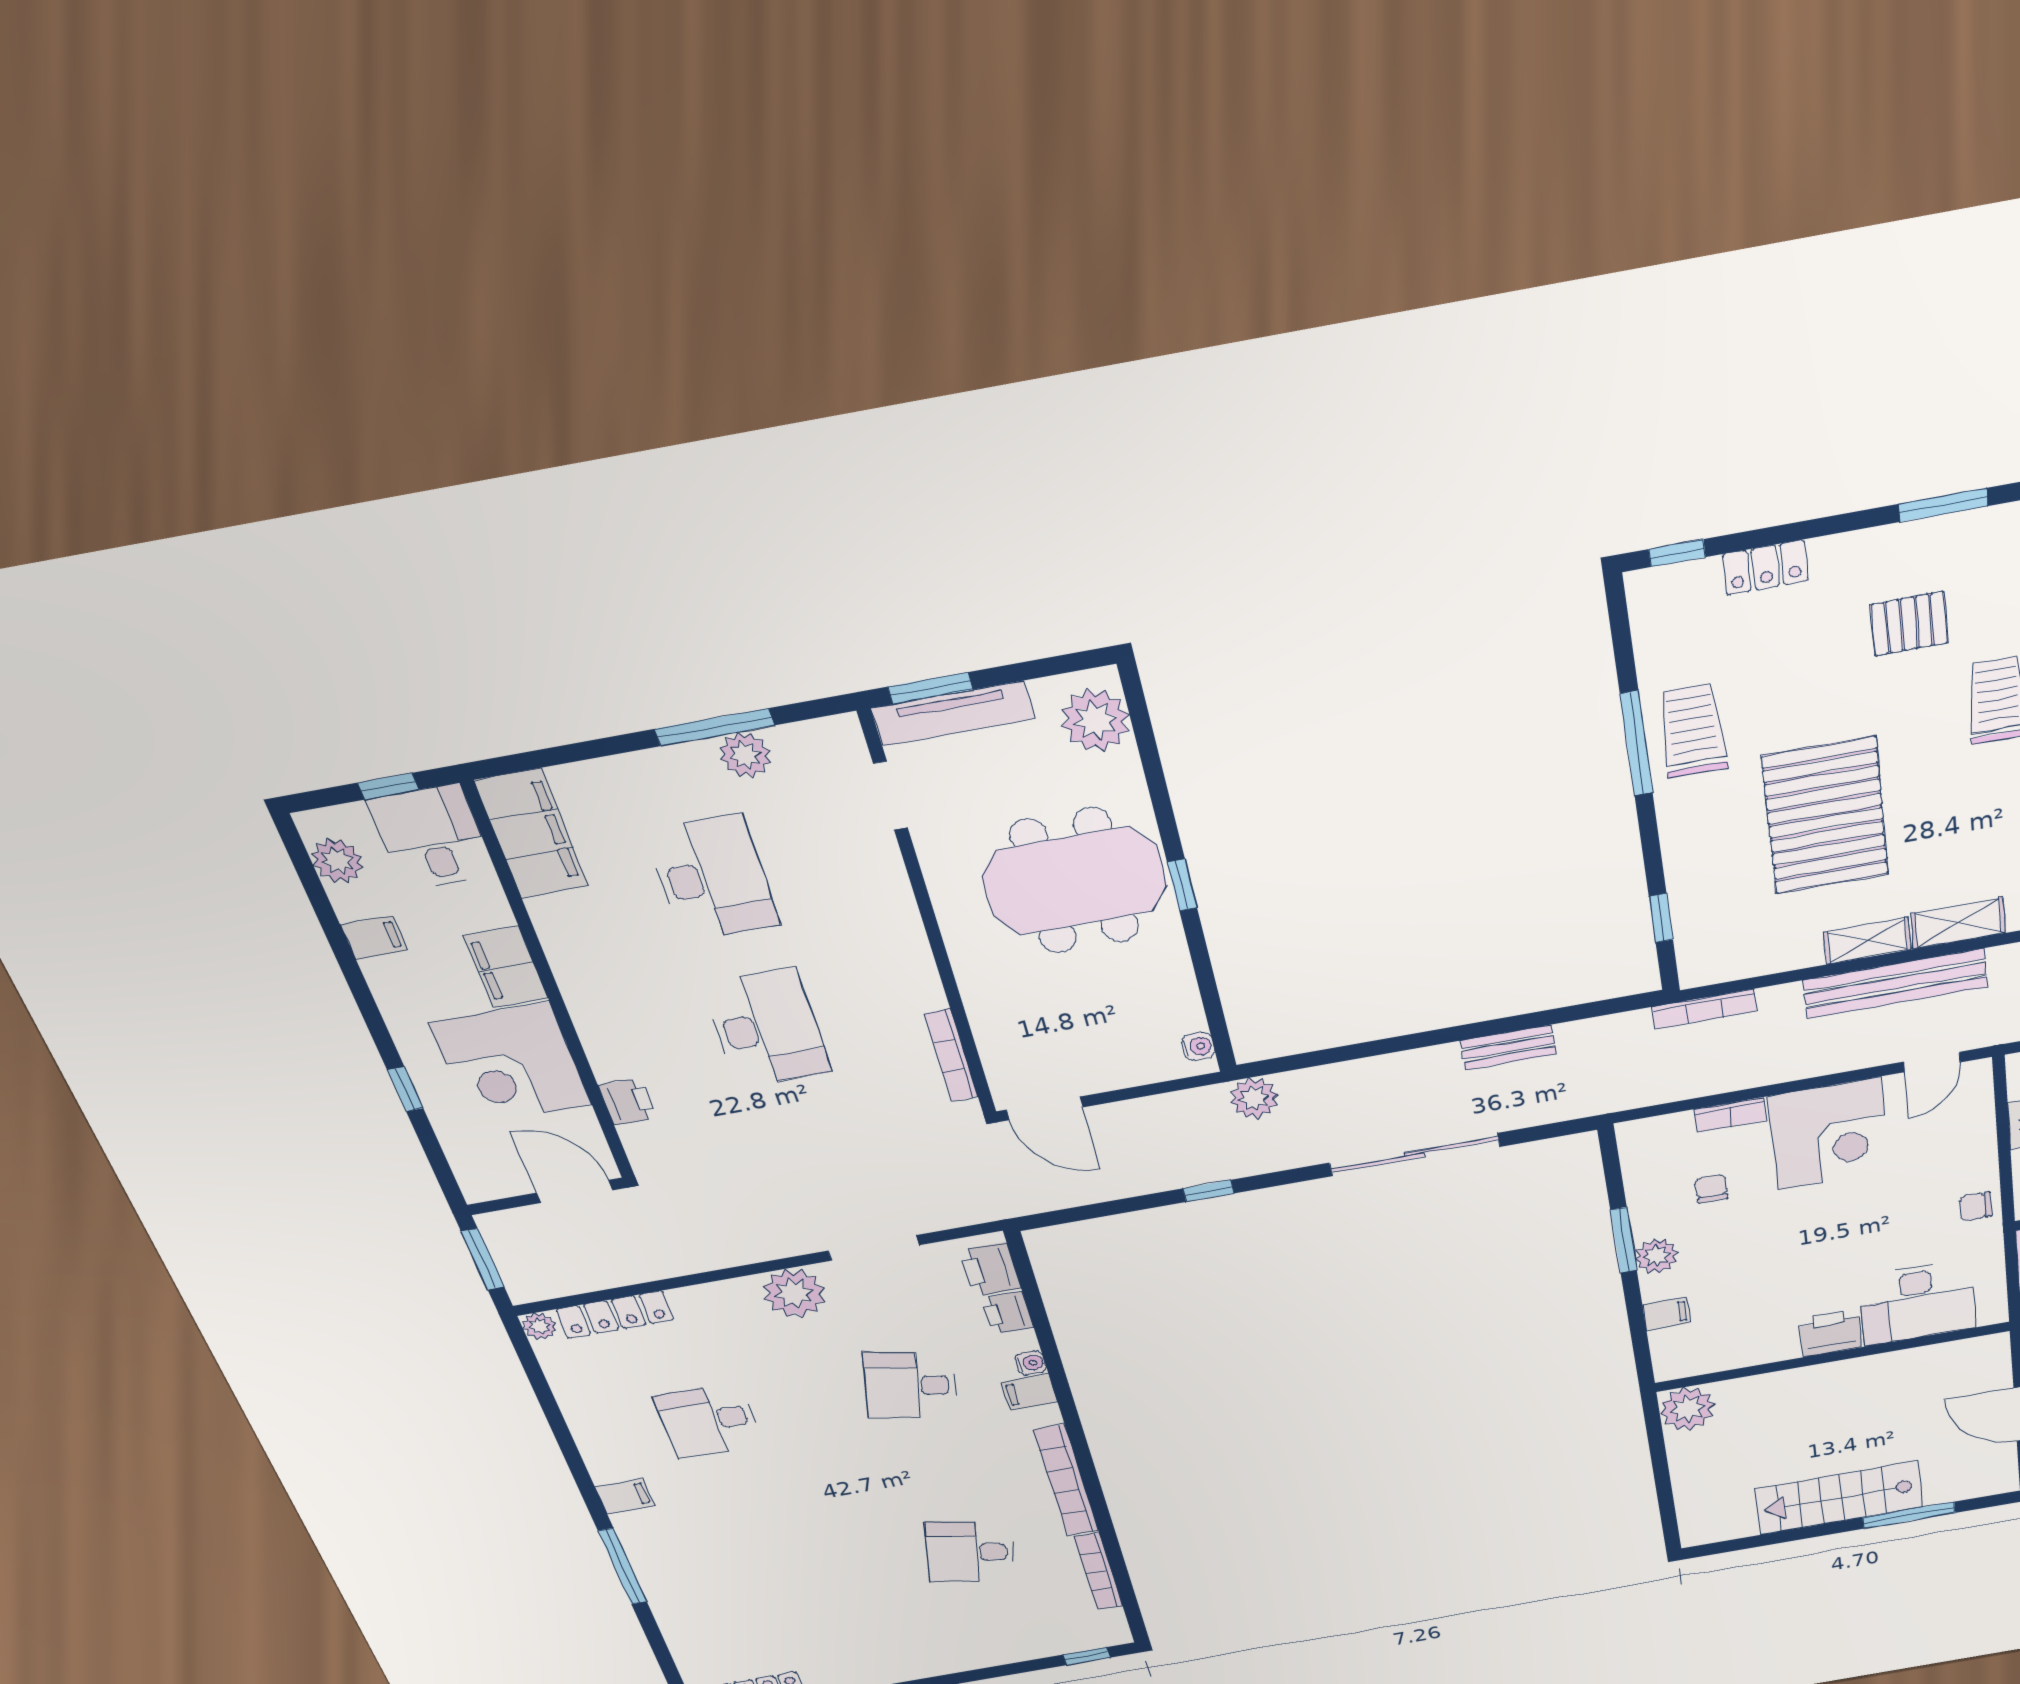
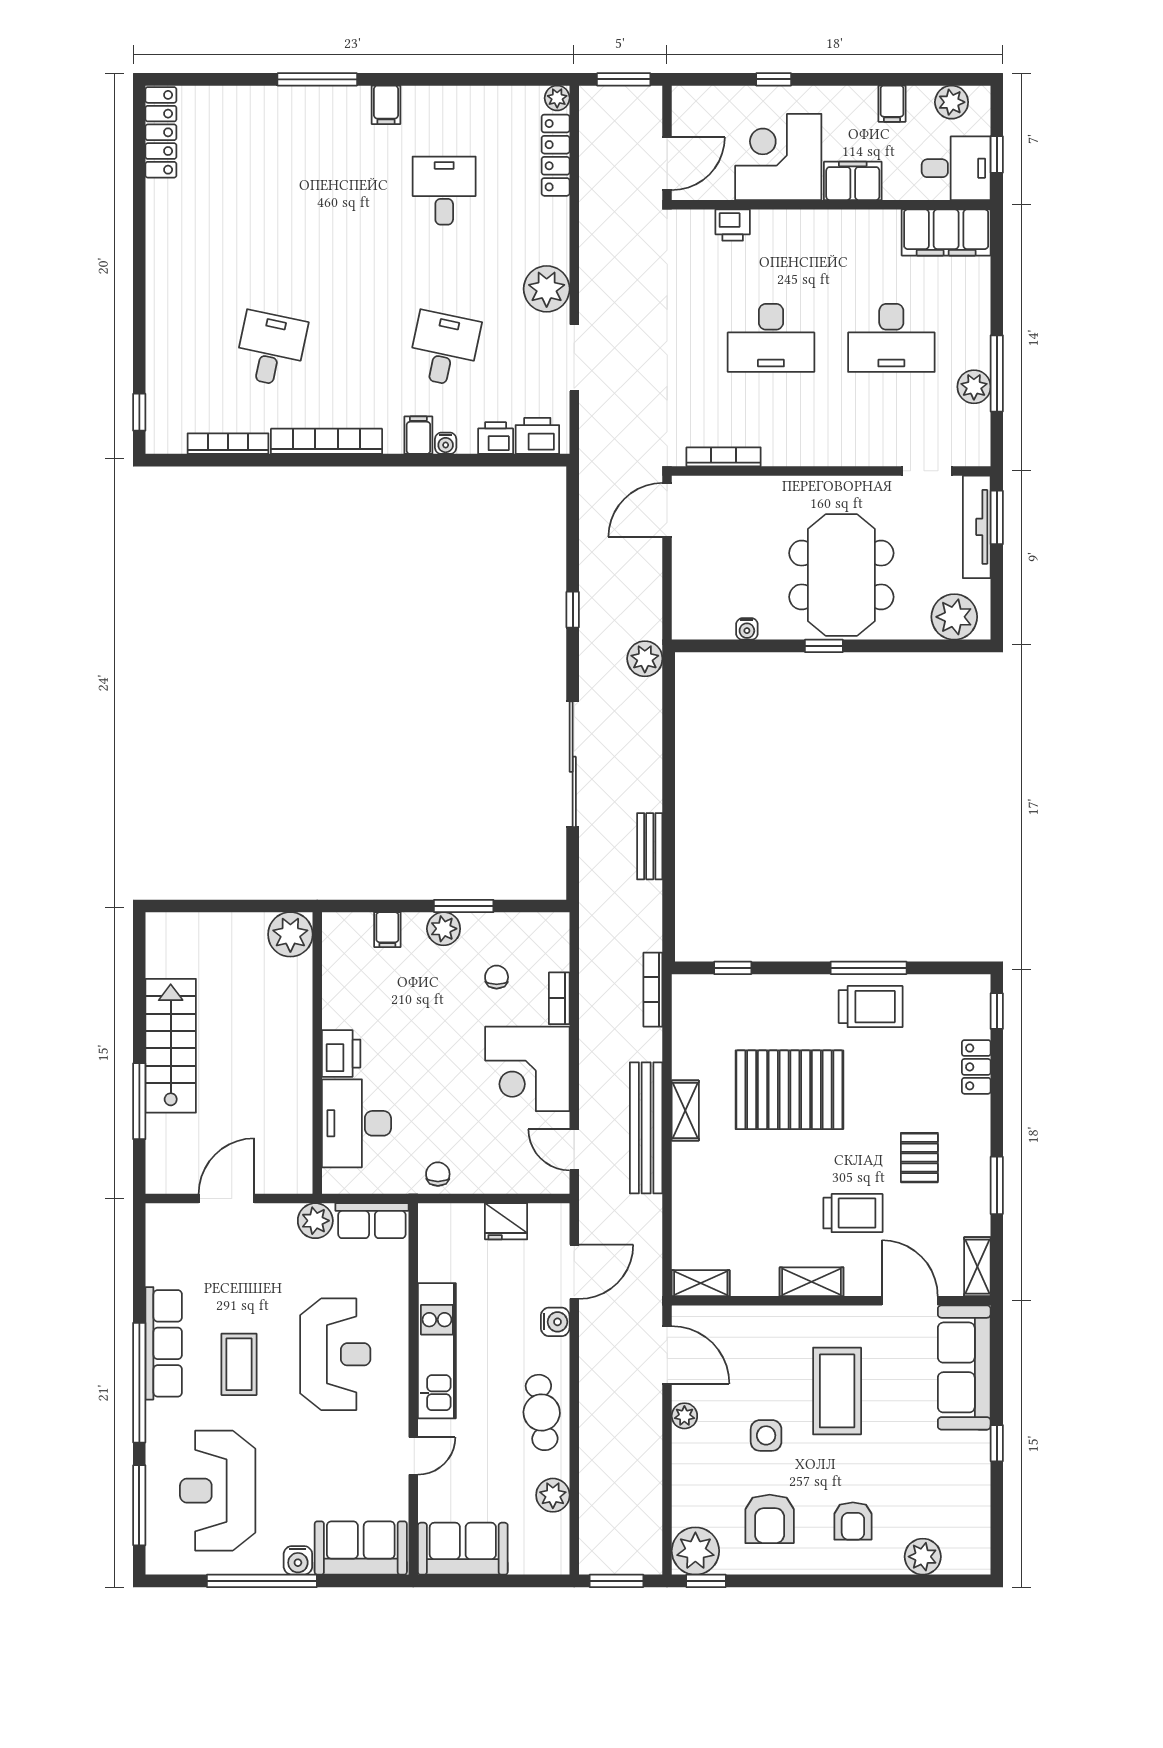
shelving: (1958, 923) -> (687, 1176), removed
water cooler: (1198, 1046) -> (747, 629), moved
chair: (1711, 1189) -> (497, 977), turned -90

